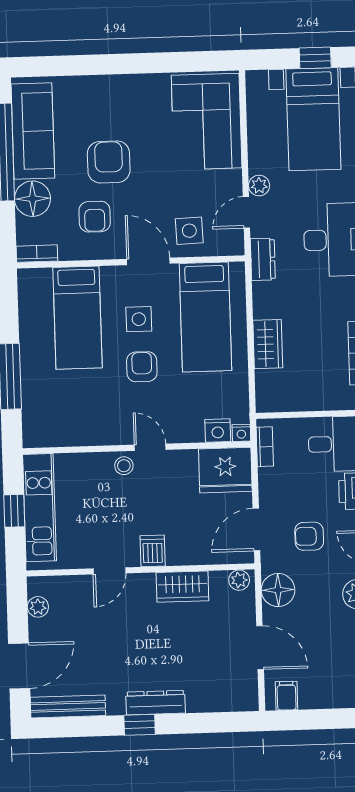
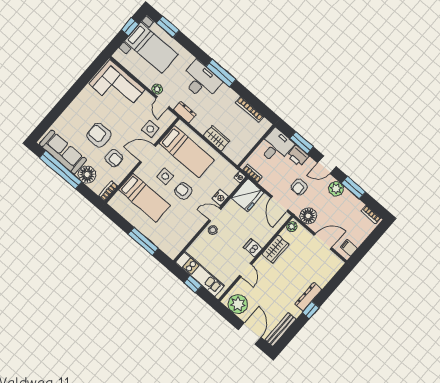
nightstand: (218, 431) -> (220, 198), moved
plant: (38, 607) -> (238, 304), width x1.87, depth x1.87

